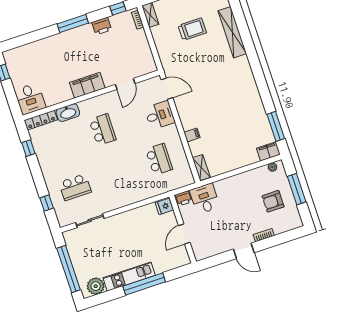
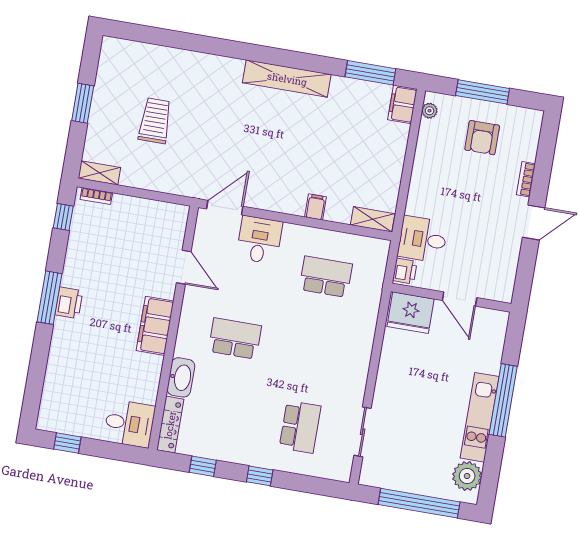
printer: (102, 26) -> (69, 303), moved
shelving: (232, 32) -> (287, 79), moved
window: (47, 203) -> (260, 476), moved
fridge: (164, 206) -> (411, 313), width x1.88, depth x1.34

